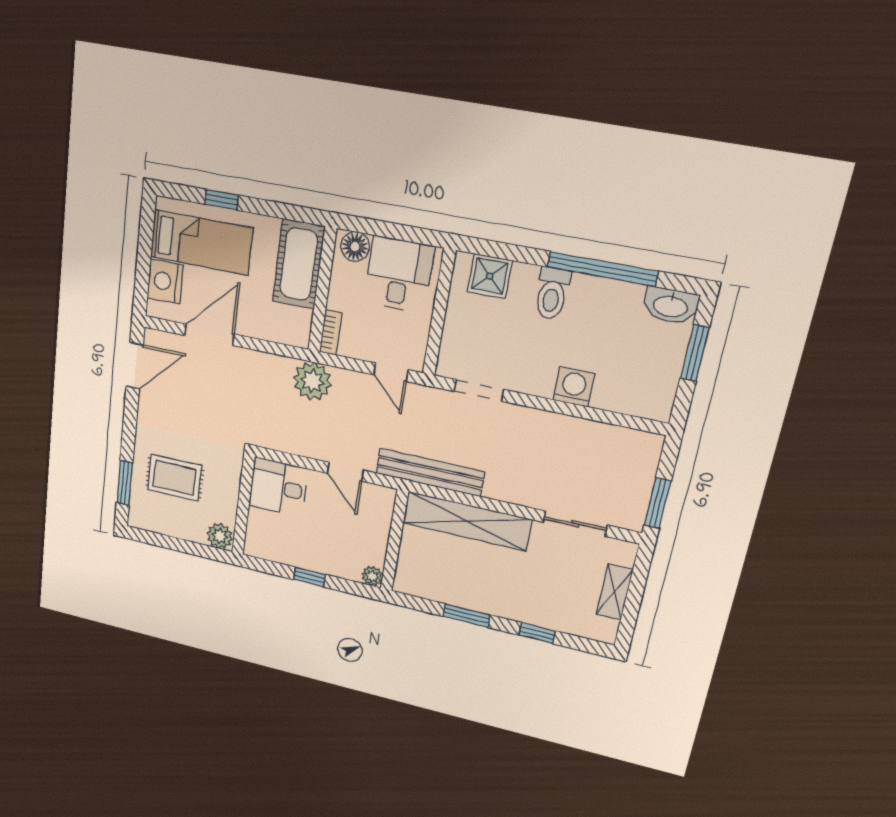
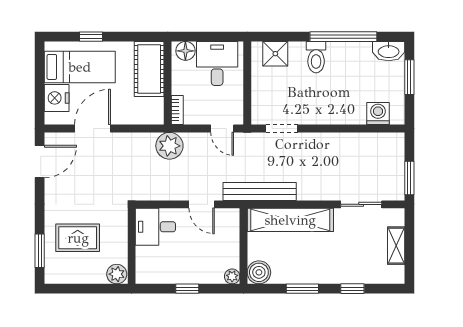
washing machine: (574, 387) -> (378, 113), moved
boiler: (410, 580) -> (259, 272), added

